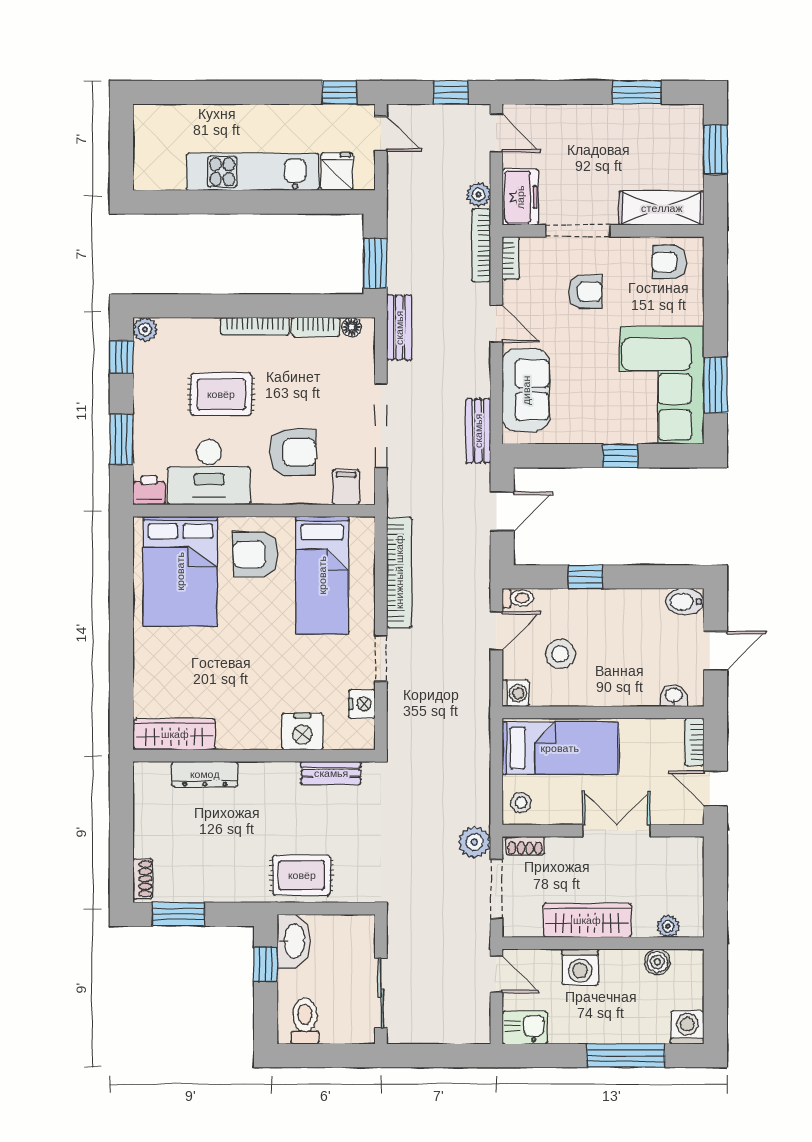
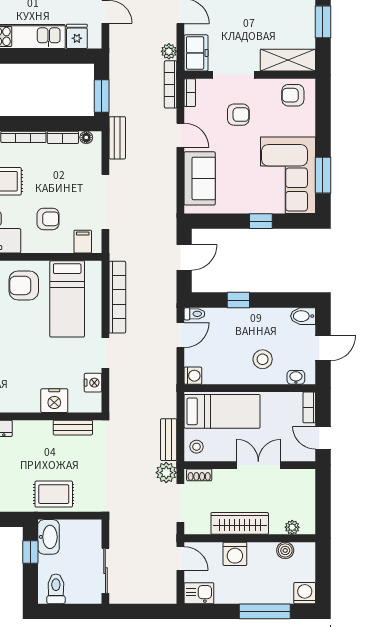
bench: (478, 431) -> (169, 440), moved
armchair: (293, 452) -> (48, 219), width x0.72, depth x0.72
stool: (560, 654) -> (263, 359), moved

